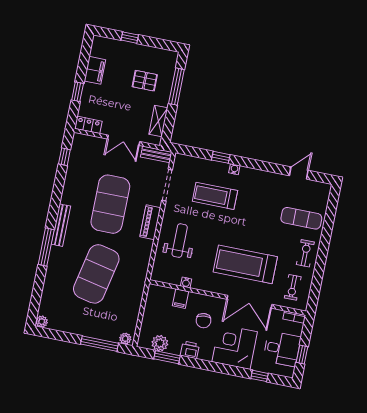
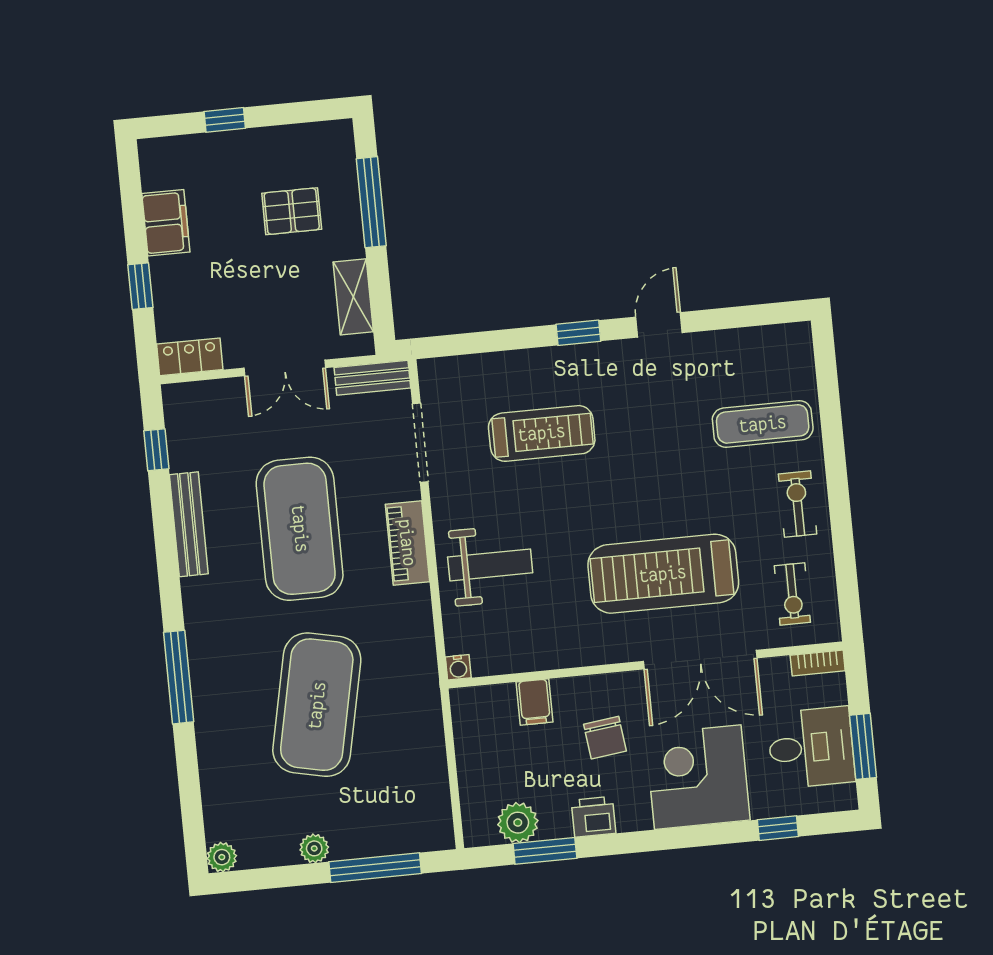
window: (221, 157) -> (578, 333), moved
water cooler: (234, 169) -> (568, 356), removed
door: (299, 173) -> (659, 325), moved
treadmill: (215, 196) -> (542, 433), turned 180
bench: (61, 225) -> (189, 524), moved
weight bench: (180, 241) -> (490, 565), turned 90
water cooler: (186, 282) -> (458, 667), moved
plant: (125, 339) -> (314, 848), moved
window: (302, 354) -> (863, 746), width x1.50

